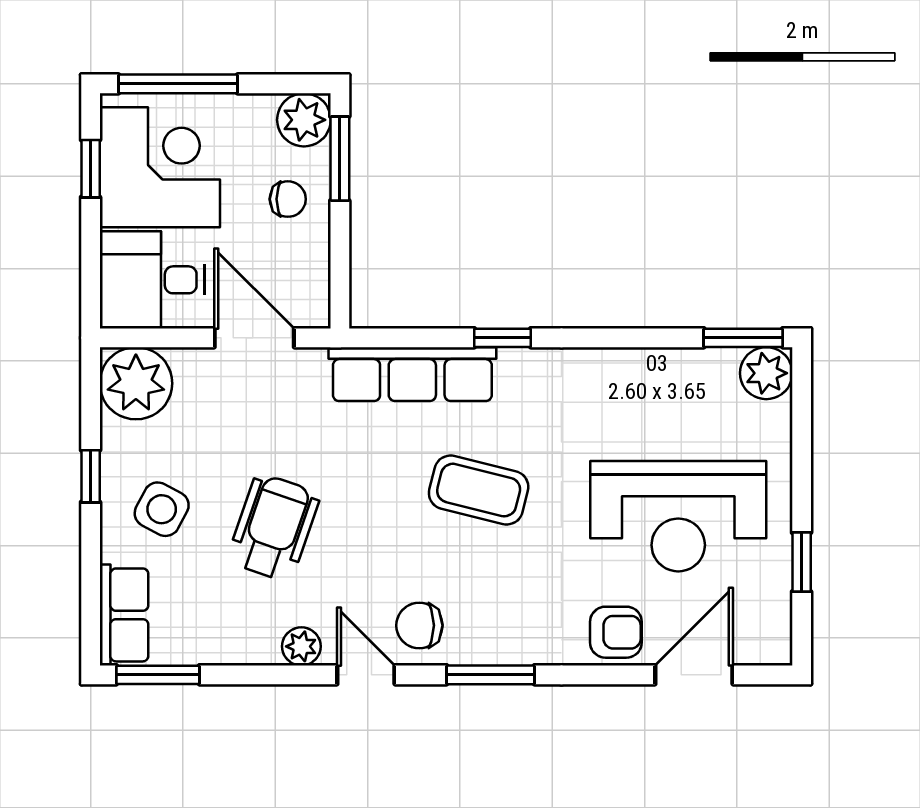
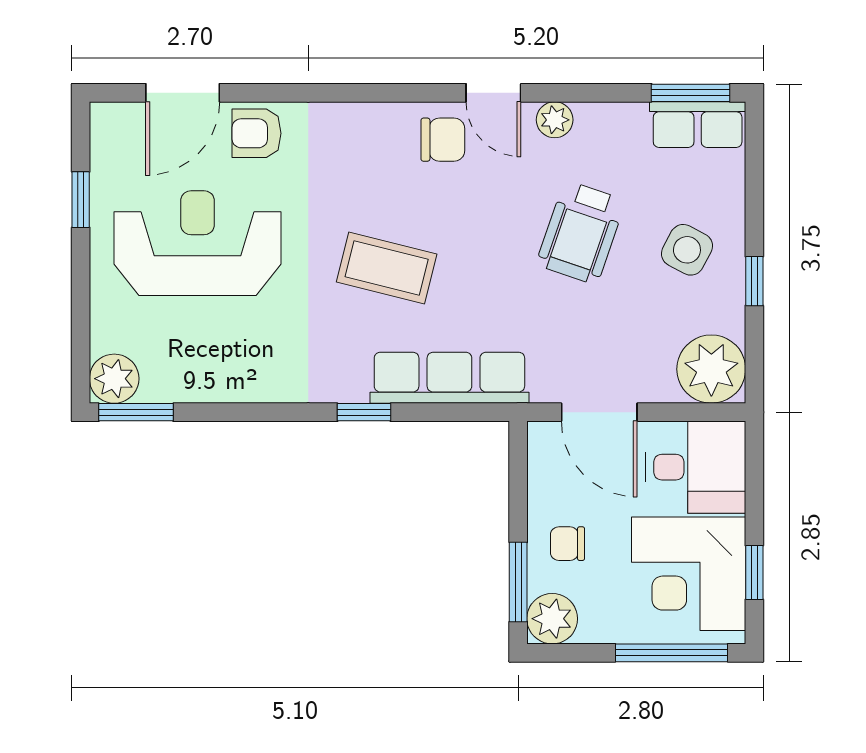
row of seats: (124, 615) -> (698, 125), moved, turned -90
window: (491, 675) -> (375, 93), removed

